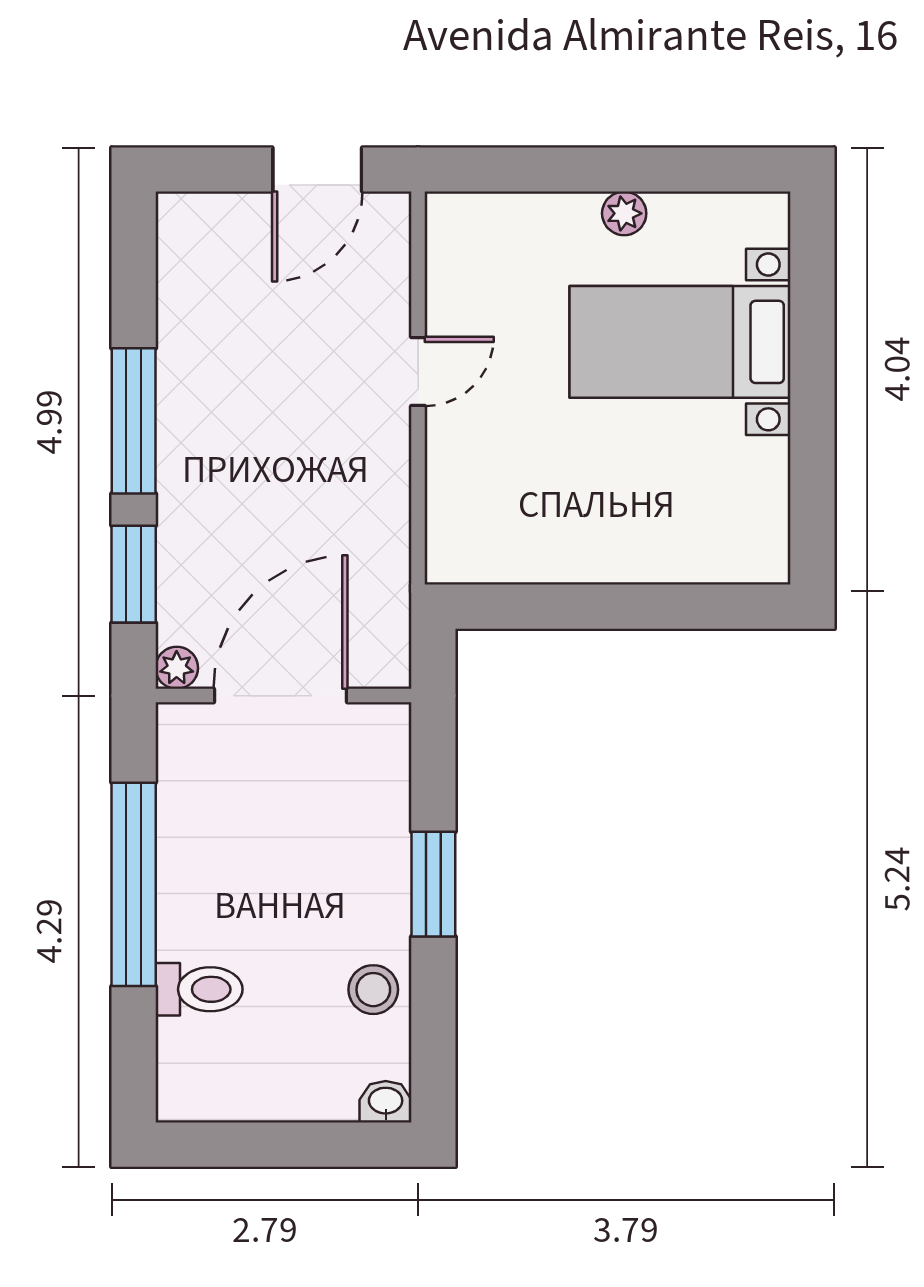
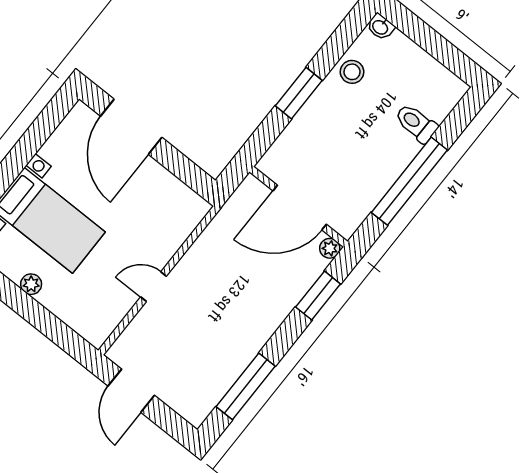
door: (317, 169) -> (131, 391), swing flipped
window: (134, 421) -> (246, 386), moved
door: (666, 607) -> (131, 127), added

